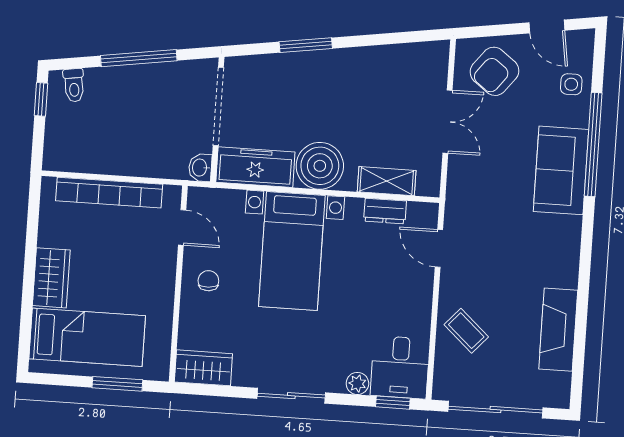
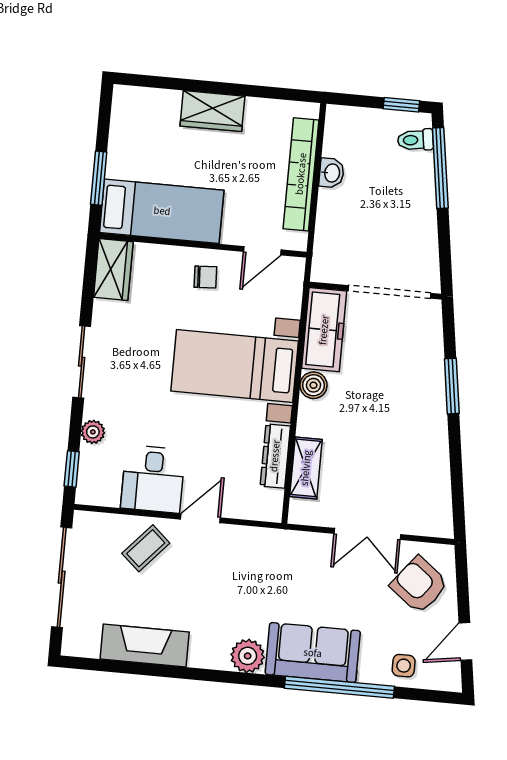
window: (139, 58) -> (440, 168), moved
boiler: (320, 166) -> (313, 385), width x0.54, depth x0.54
washbasin: (200, 168) -> (331, 173), moved, turned 90
dresser: (385, 211) -> (275, 456), width x1.44
plant: (566, 232) -> (248, 656), added
door: (439, 248) -> (200, 518), moved
bed: (87, 337) -> (162, 211), moved, turned -90
desk: (400, 367) -> (153, 479), moved, turned -90

